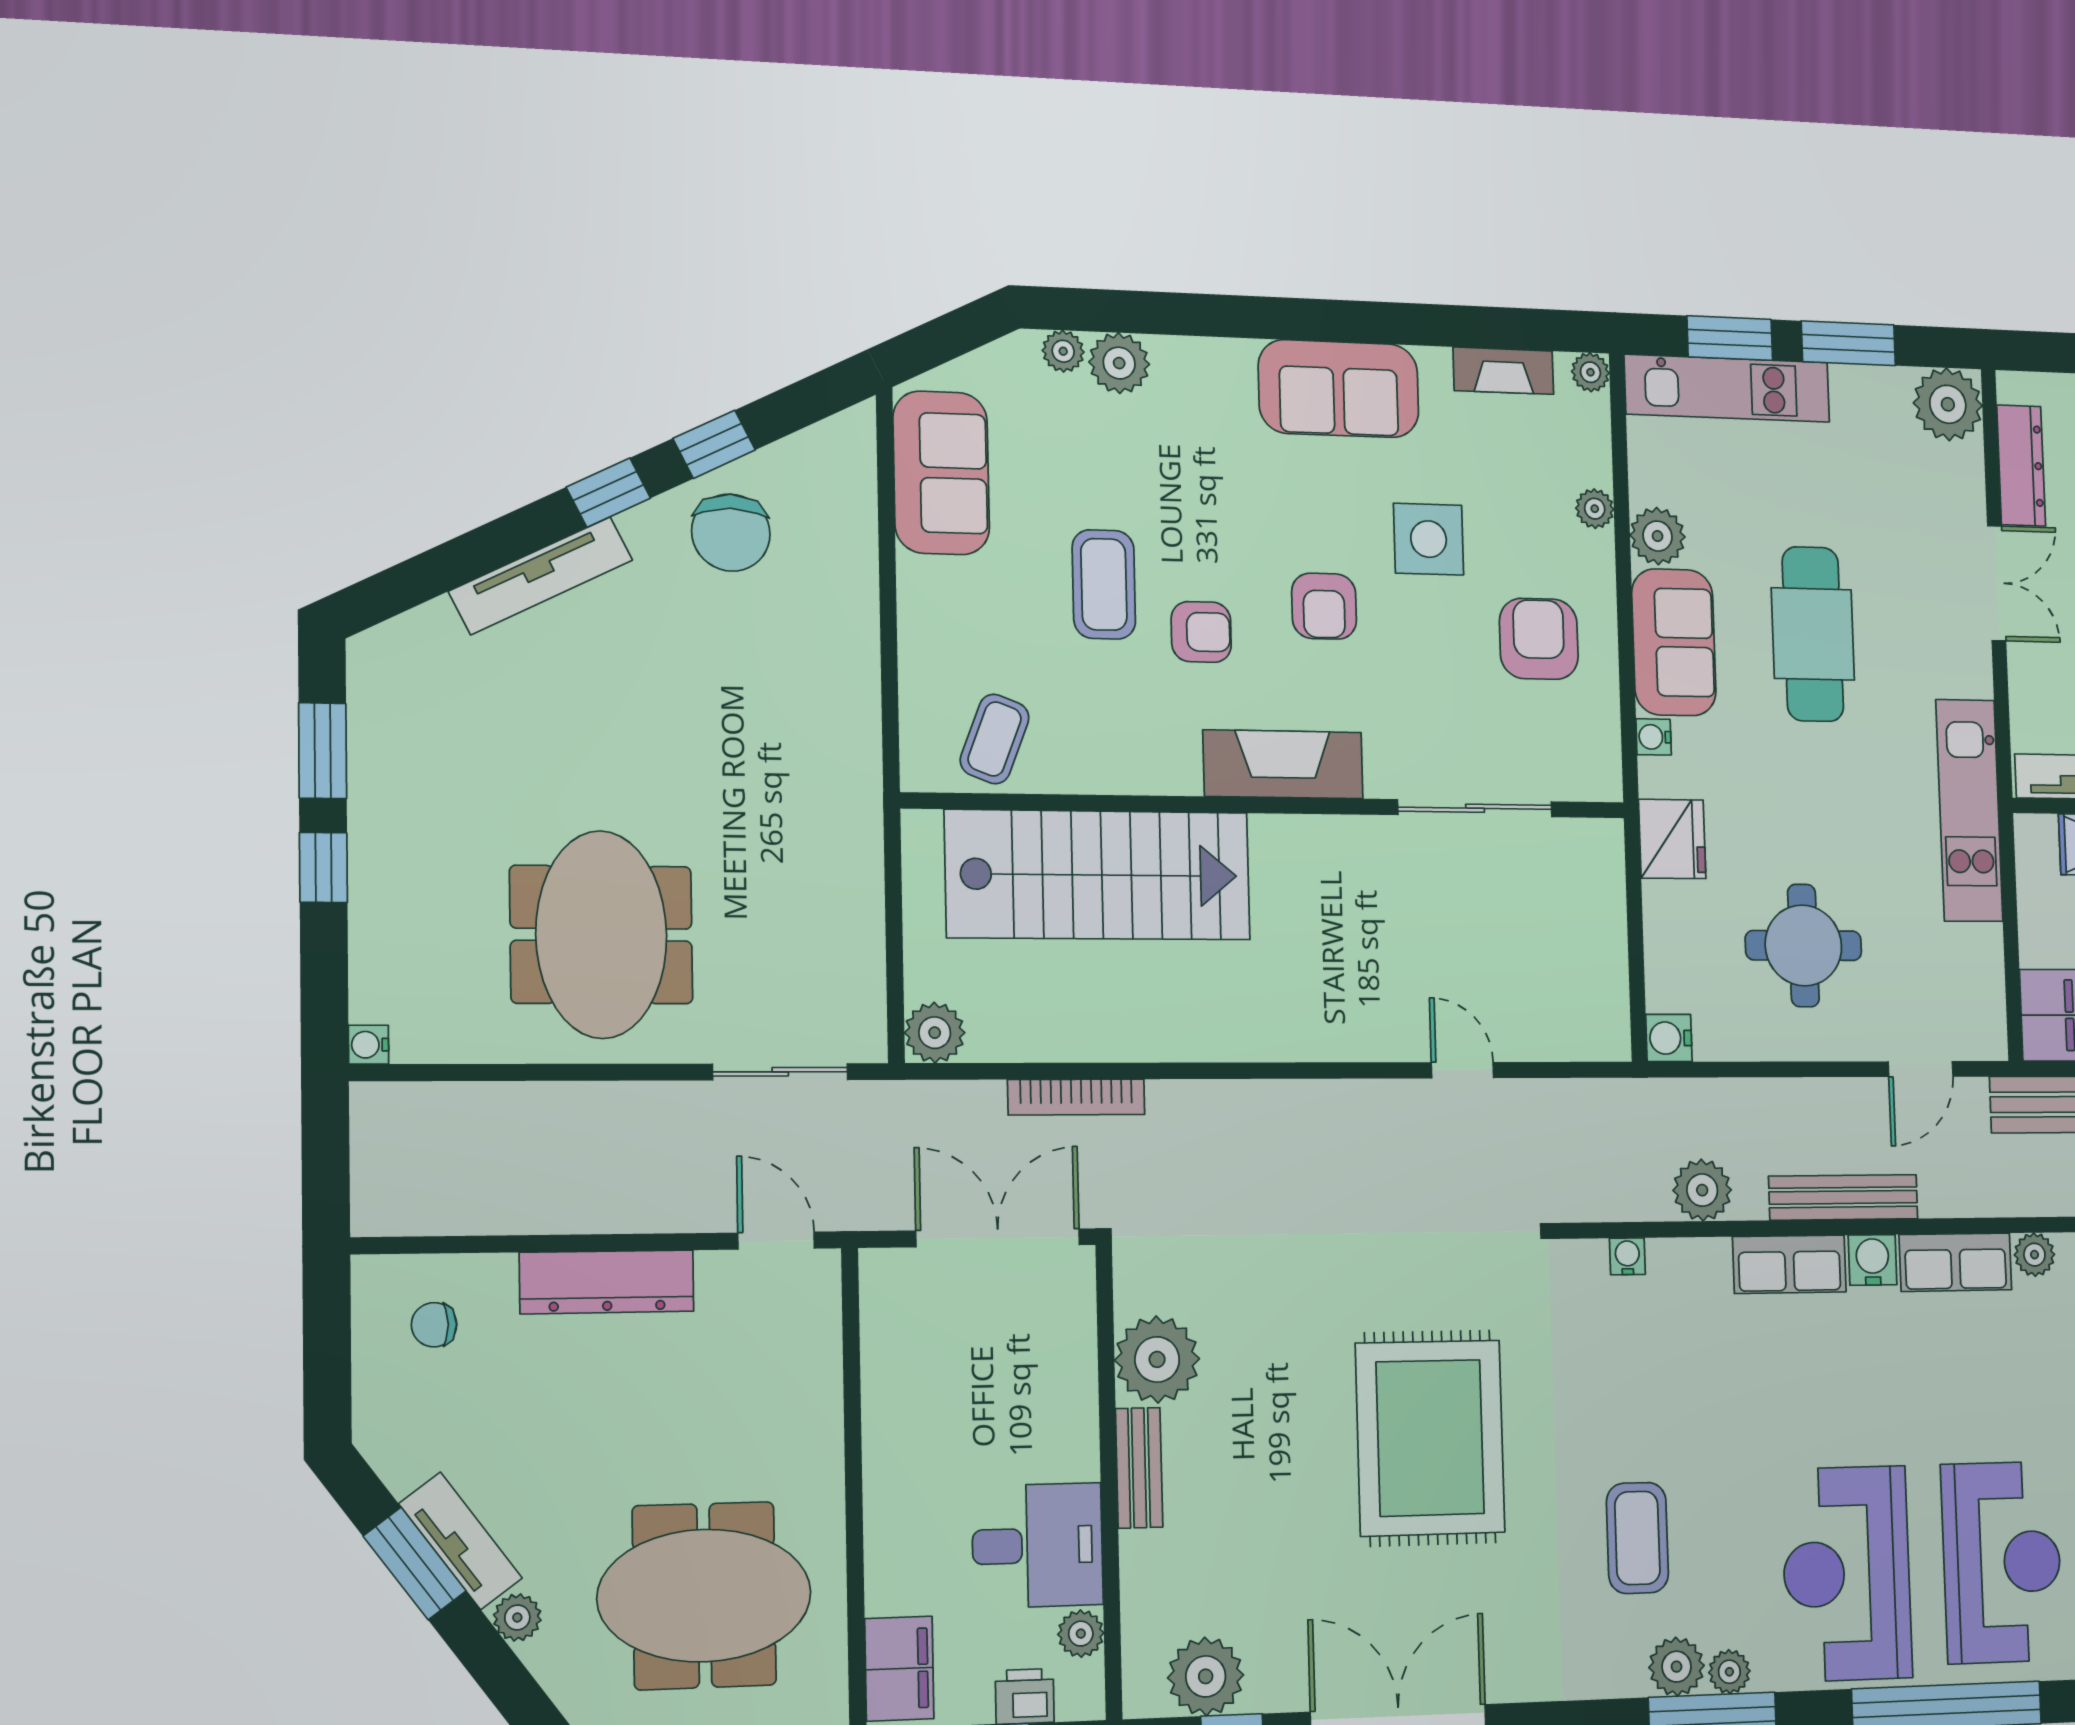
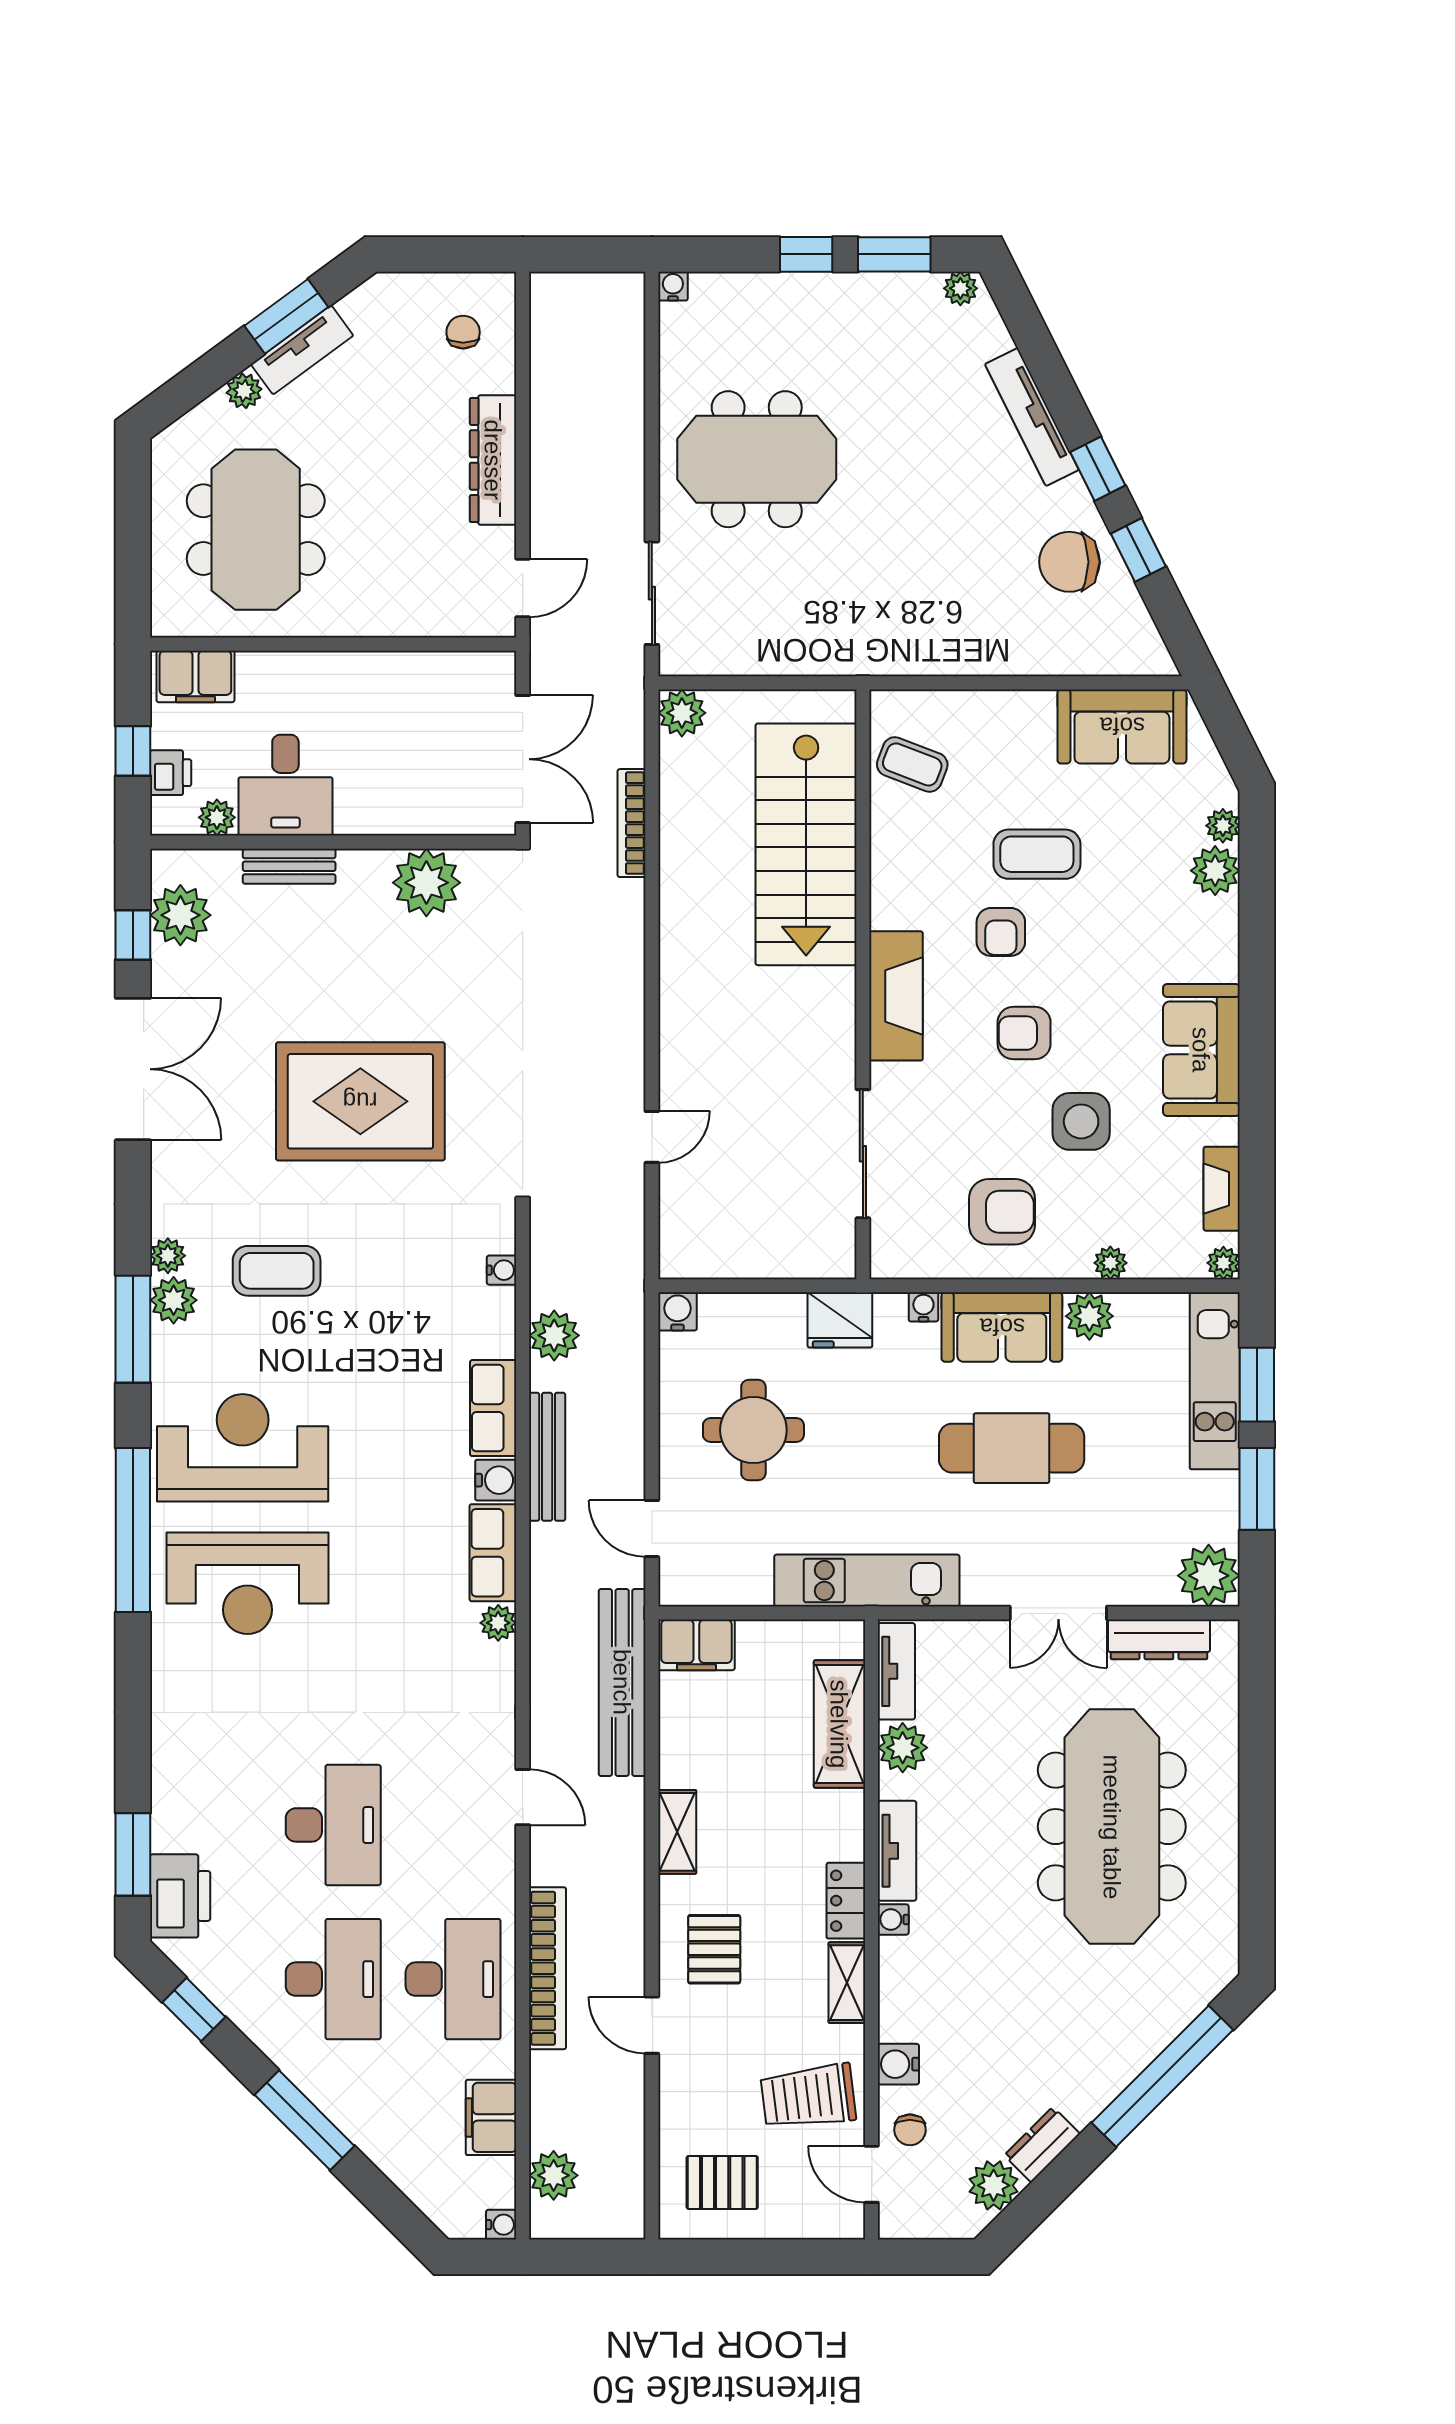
plant: (369, 665) -> (960, 288), added
bench: (1139, 1468) -> (289, 866), moved
plant: (1729, 1672) -> (168, 1256), moved

